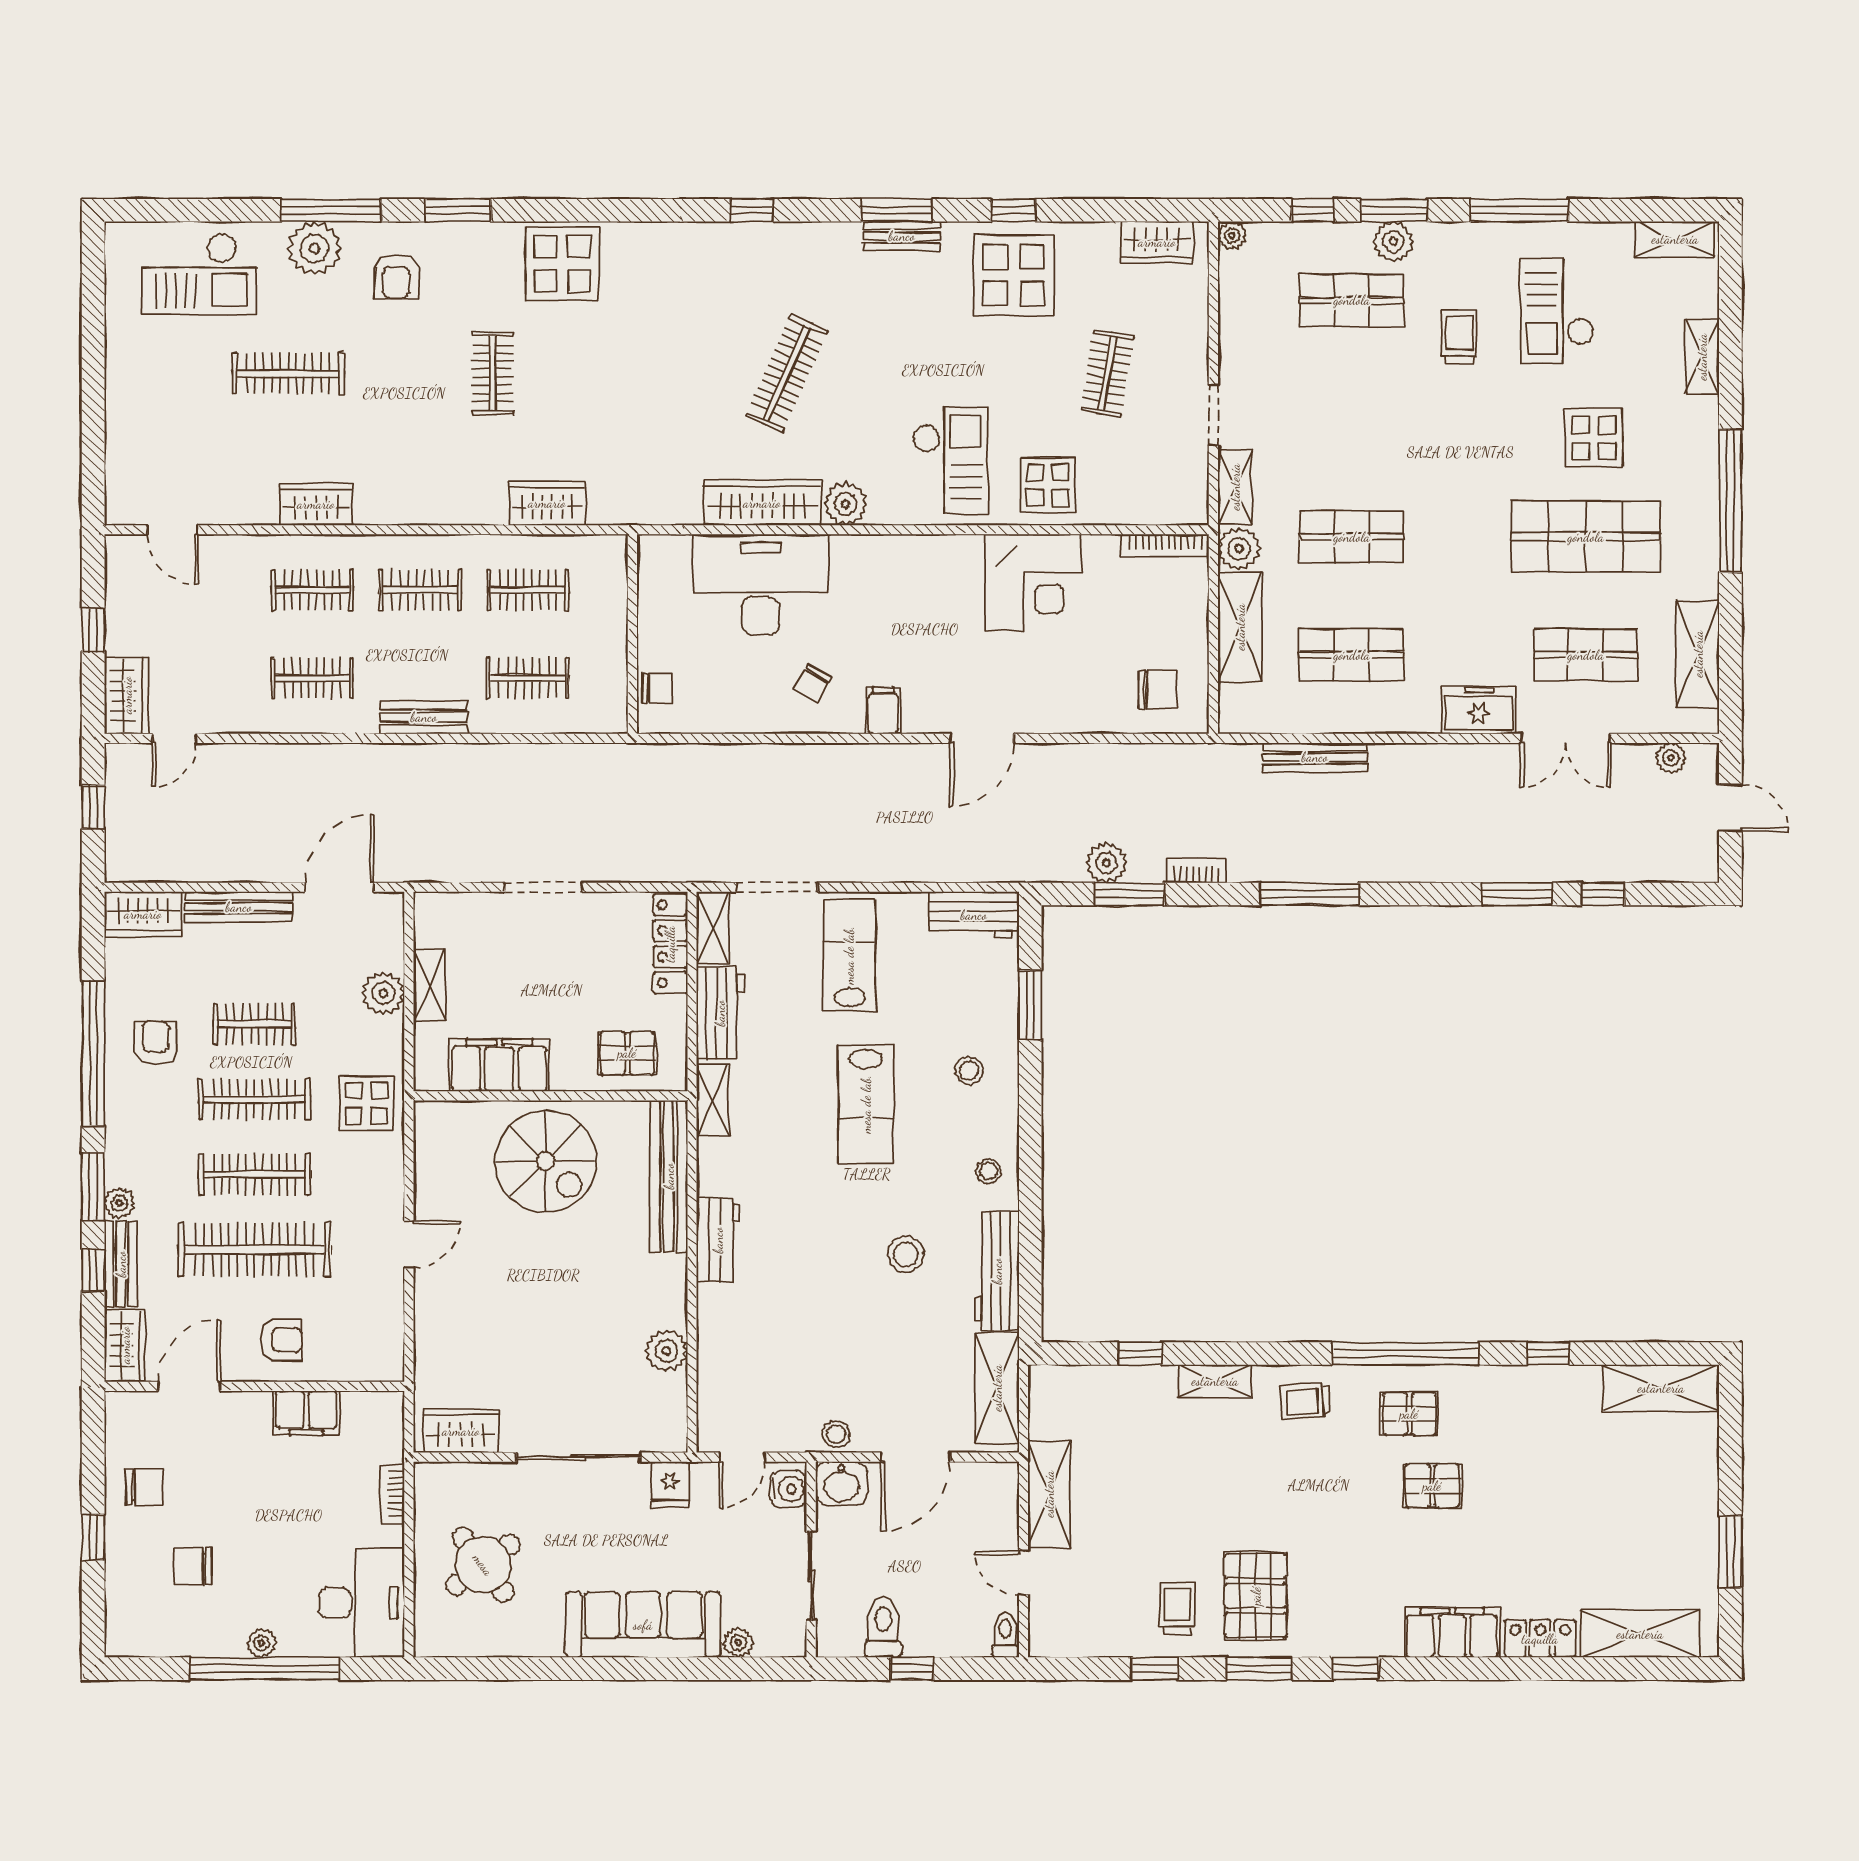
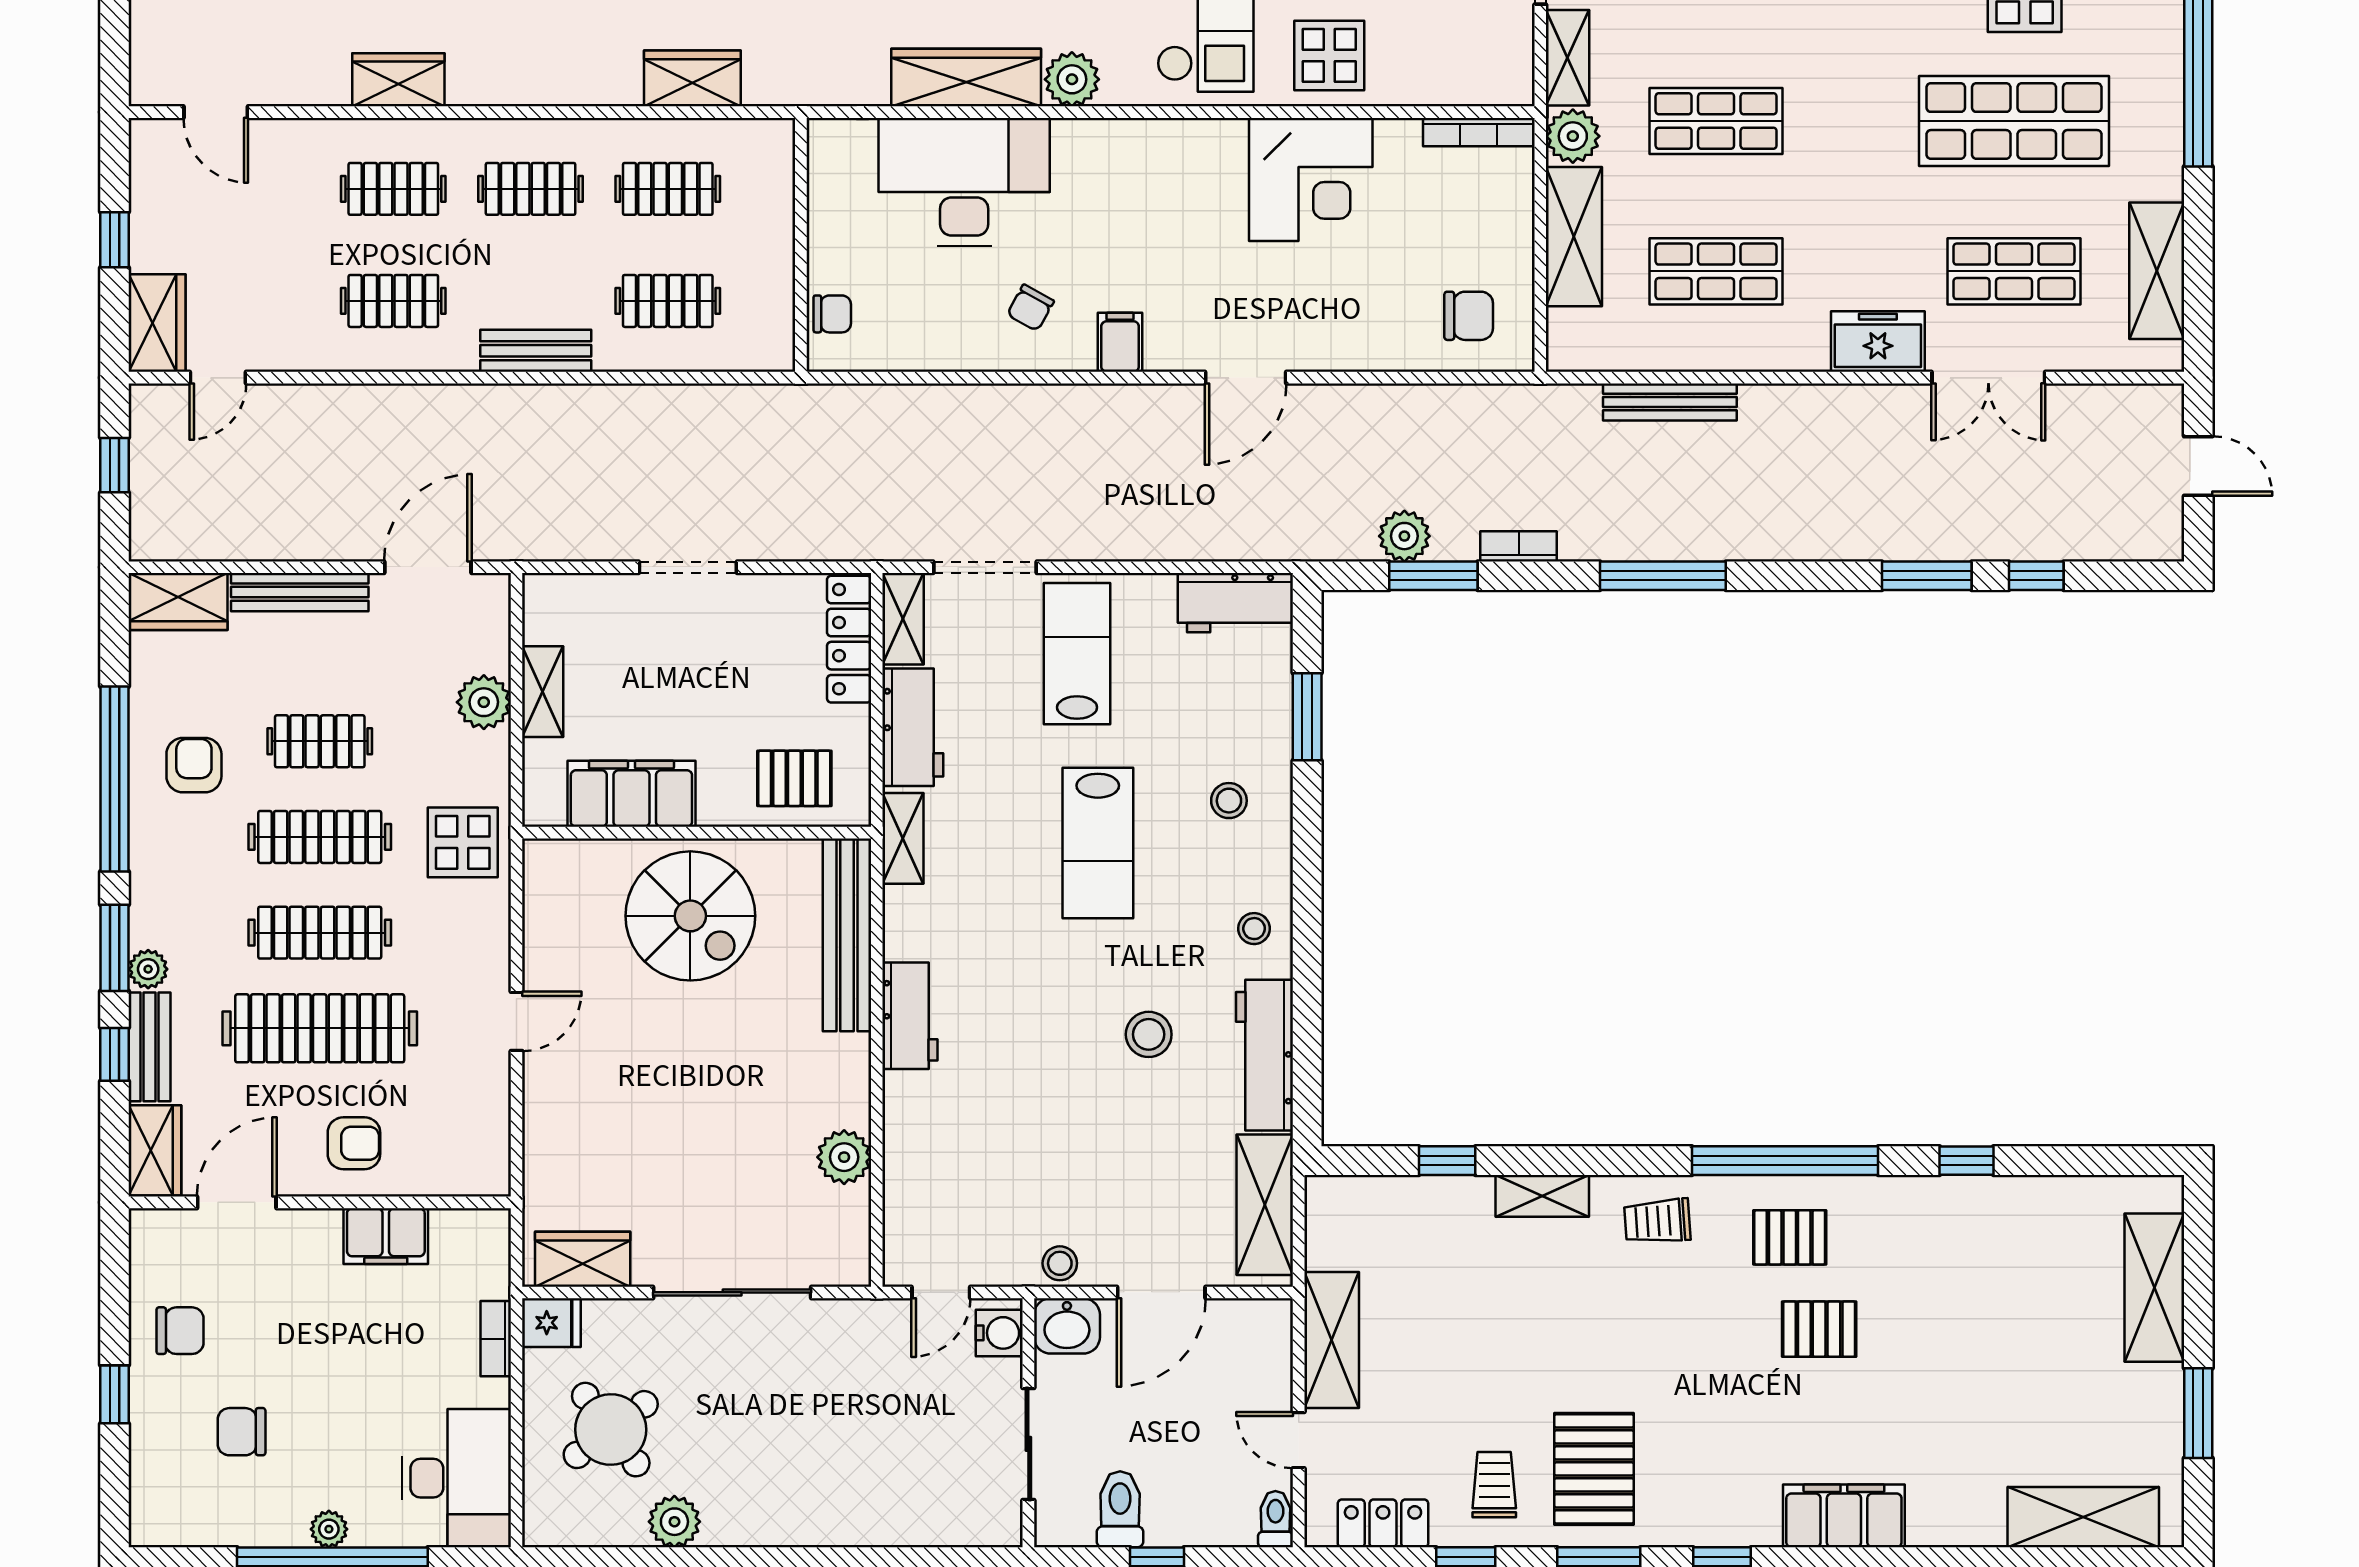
plant: (1671, 758) -> (2122, 403), removed
shelving: (1661, 1388) -> (2154, 1288), moved, turned 90
fridge: (670, 1485) -> (551, 1323), moved, turned -90
sofa: (643, 1625) -> (815, 1506), removed
locker: (1540, 1639) -> (1383, 1523), moved
plant: (738, 1643) -> (674, 1522), moved, width x1.38, depth x1.38

